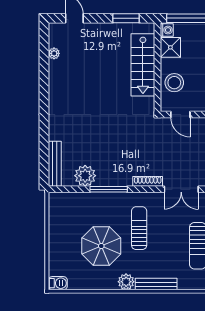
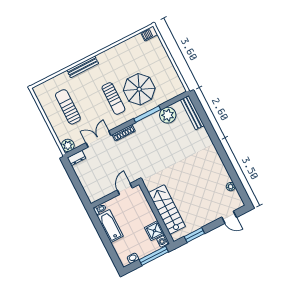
stool: (174, 83) -> (140, 208), removed
door: (180, 115) -> (125, 189), hinge flipped
parasol: (101, 246) -> (139, 89), moved
plant: (126, 282) -> (104, 58), removed

